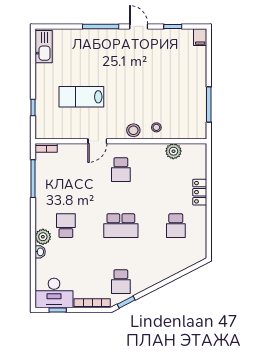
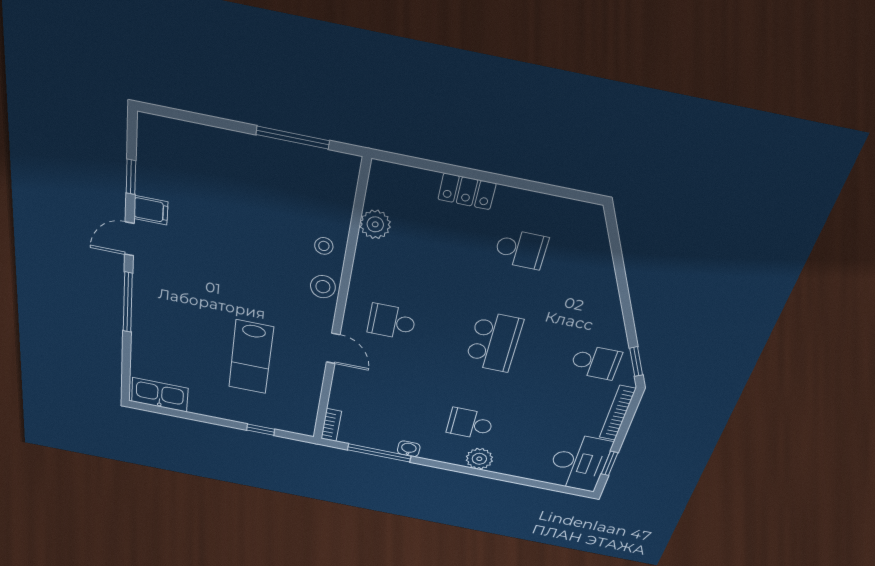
filing cabinet: (200, 37) -> (151, 210), moved
school desk: (121, 170) -> (392, 322), turned 180
washbasin: (40, 252) -> (409, 449), moved

